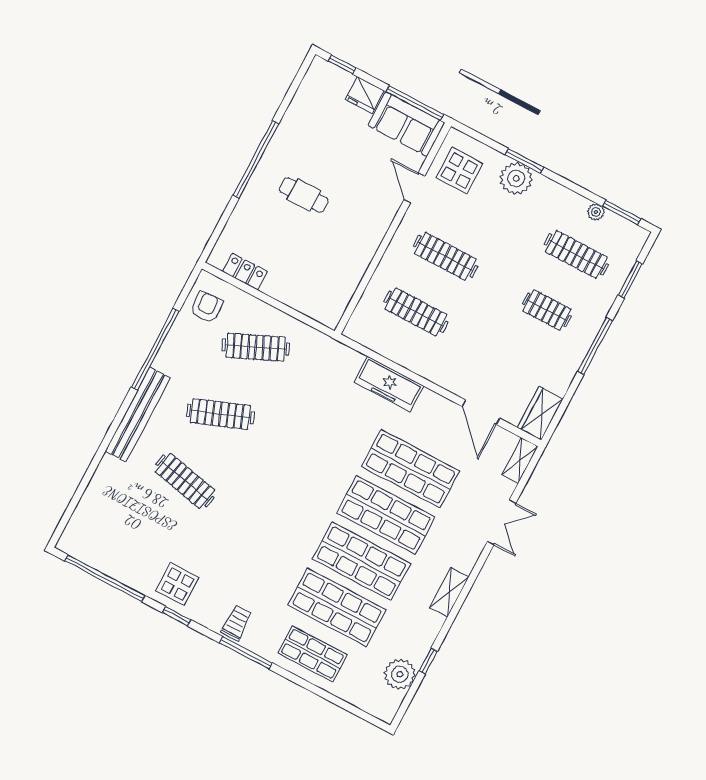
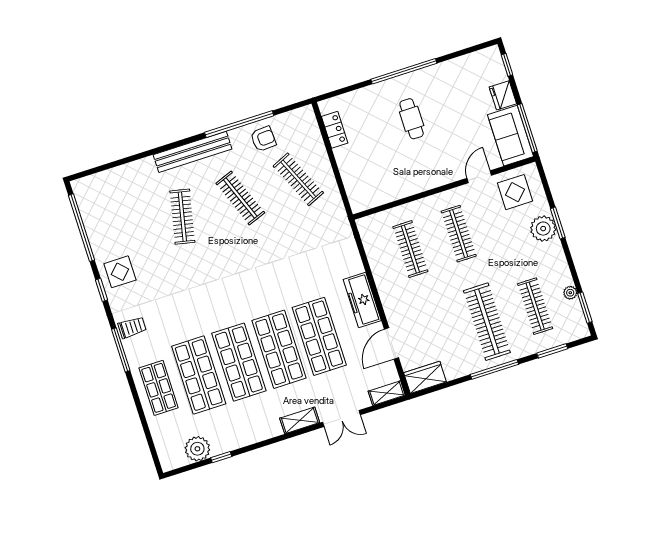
armchair: (206, 307) -> (263, 139), moved
clothes rail: (547, 310) -> (487, 322), width x1.86, depth x1.31
freezer: (389, 384) -> (362, 300), moved
shelving: (449, 592) -> (300, 420), moved

